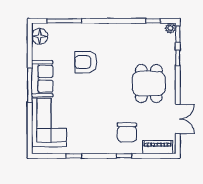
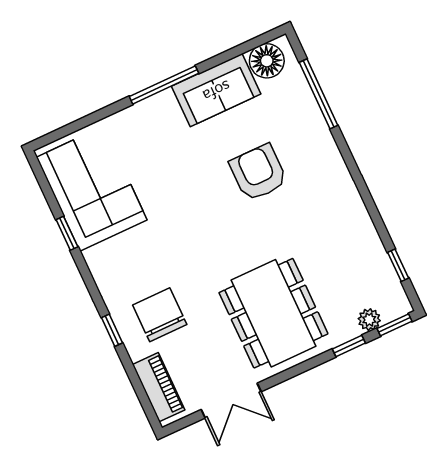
plant: (171, 28) -> (369, 320), moved
sofa: (42, 79) -> (216, 90), moved
dining table: (149, 84) -> (273, 313), width x1.38
corner sofa: (49, 123) -> (92, 189), moved, turned -90
chair: (127, 132) -> (160, 315), turned 90

